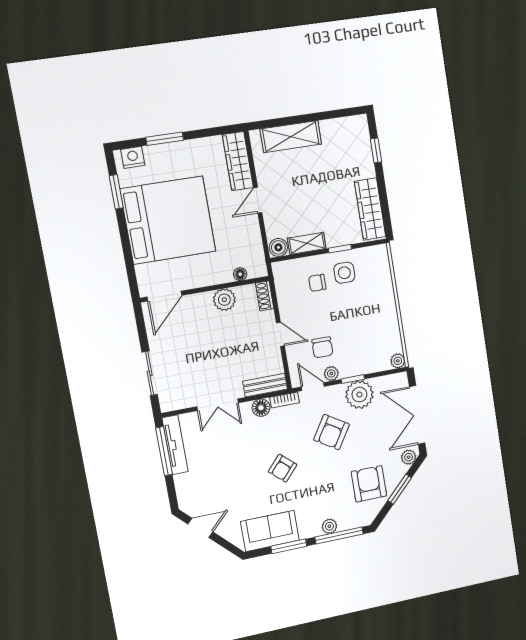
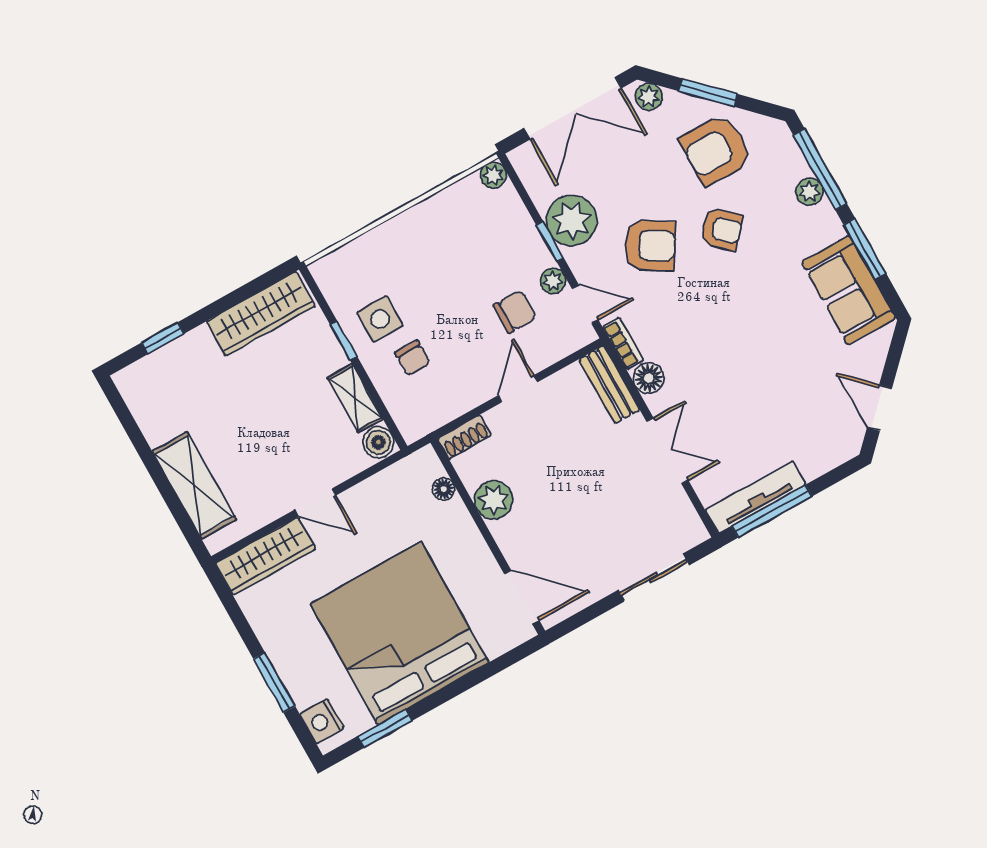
door: (313, 387) -> (585, 304), swing flipped
armchair: (283, 468) -> (722, 229), moved

